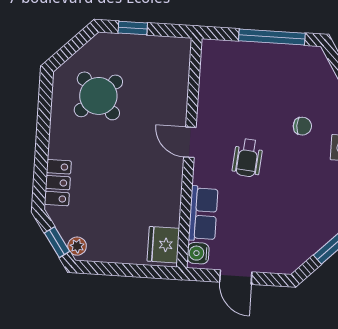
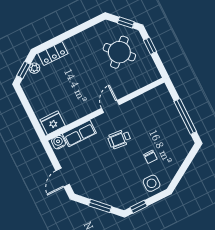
window: (76, 44) -> (126, 23), added
round table: (98, 96) -> (119, 52), moved
plant: (77, 246) -> (34, 68), moved
door: (236, 277) -> (63, 177), moved

